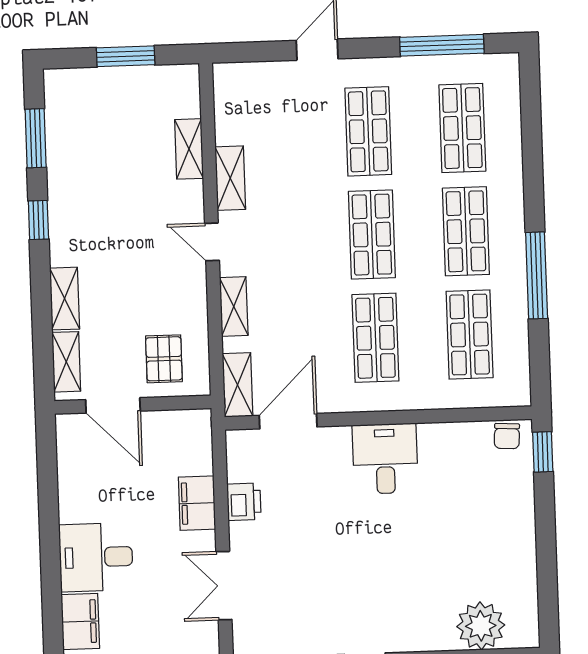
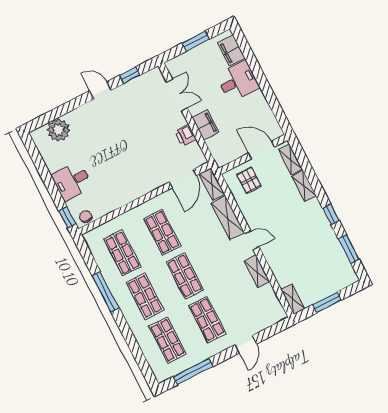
shelving: (189, 149) -> (293, 299), moved
shelving: (234, 306) -> (228, 218), width x1.50, depth x1.33
desk: (385, 459) -> (72, 181), moved, turned 90

